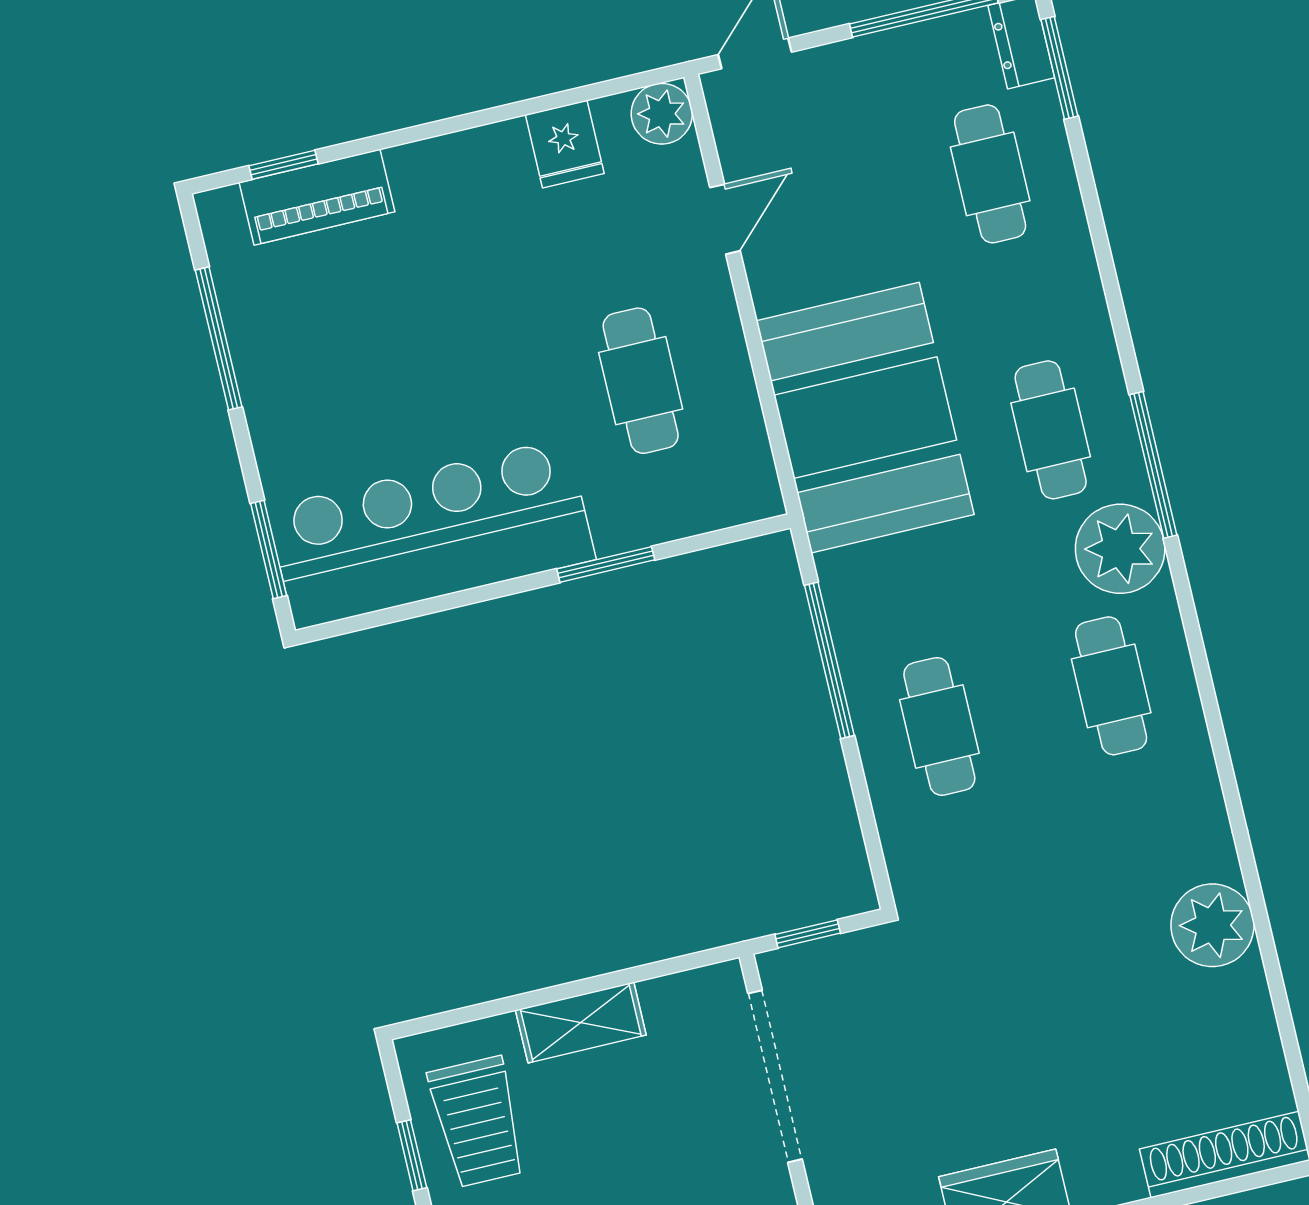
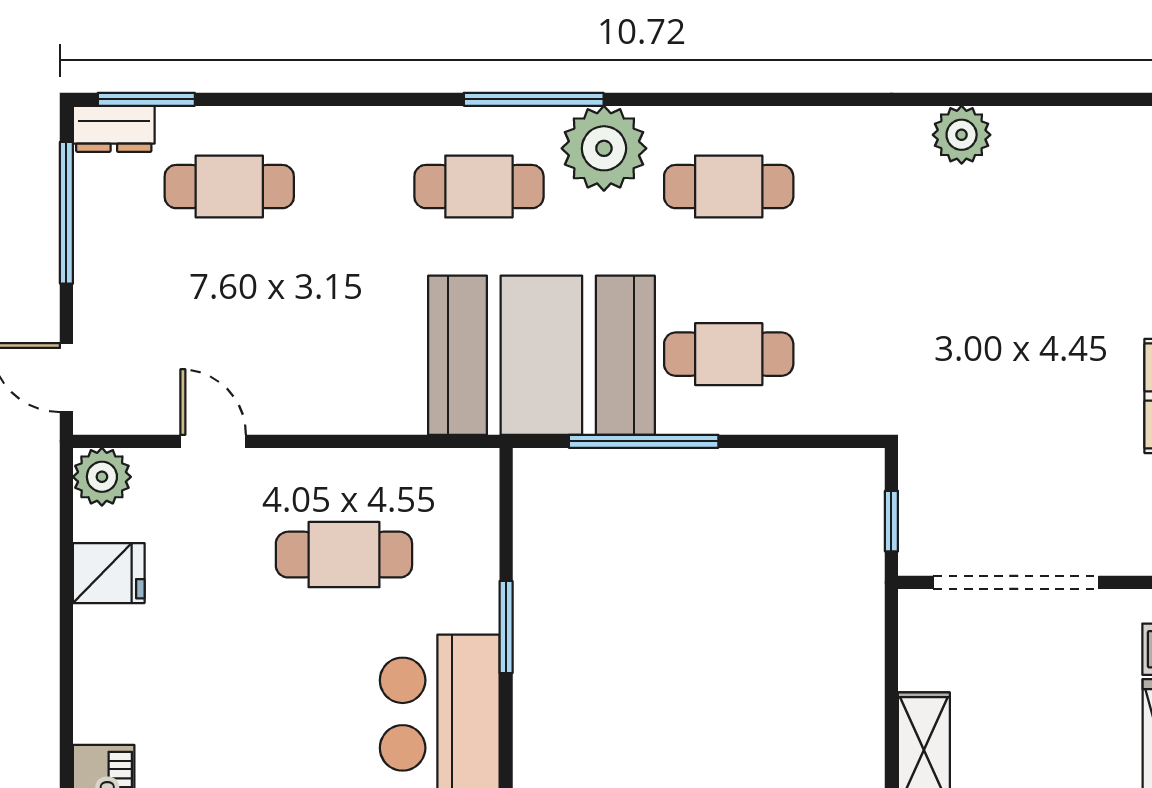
booth: (865, 418) -> (541, 355), moved
plant: (1212, 925) -> (962, 135), width x0.73, depth x0.73

